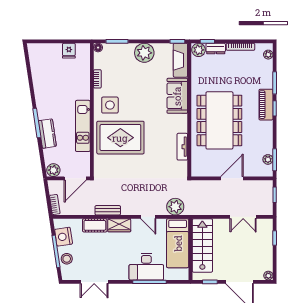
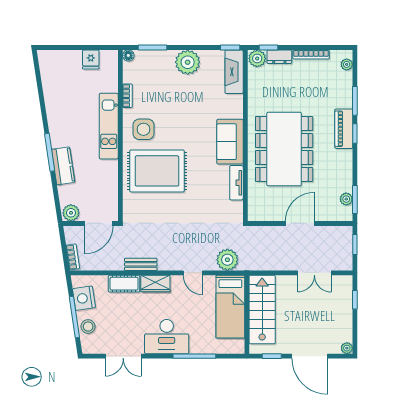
sofa: (177, 96) -> (230, 142), moved
kitchen unit: (83, 126) -> (109, 126), moved
desk: (146, 267) -> (167, 337), moved

